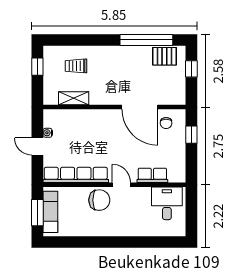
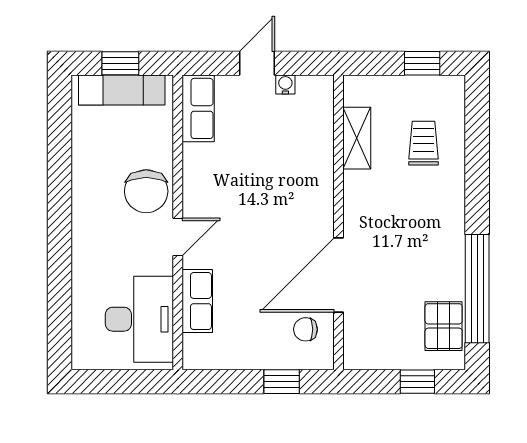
row of seats: (76, 175) -> (198, 108), width x0.50
desk: (167, 203) -> (139, 319), width x1.37
window: (37, 213) -> (120, 63), width x0.67

